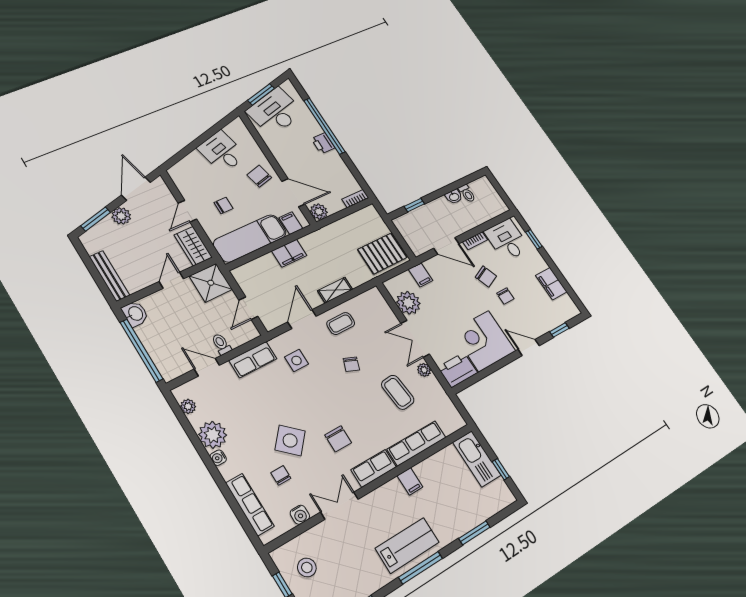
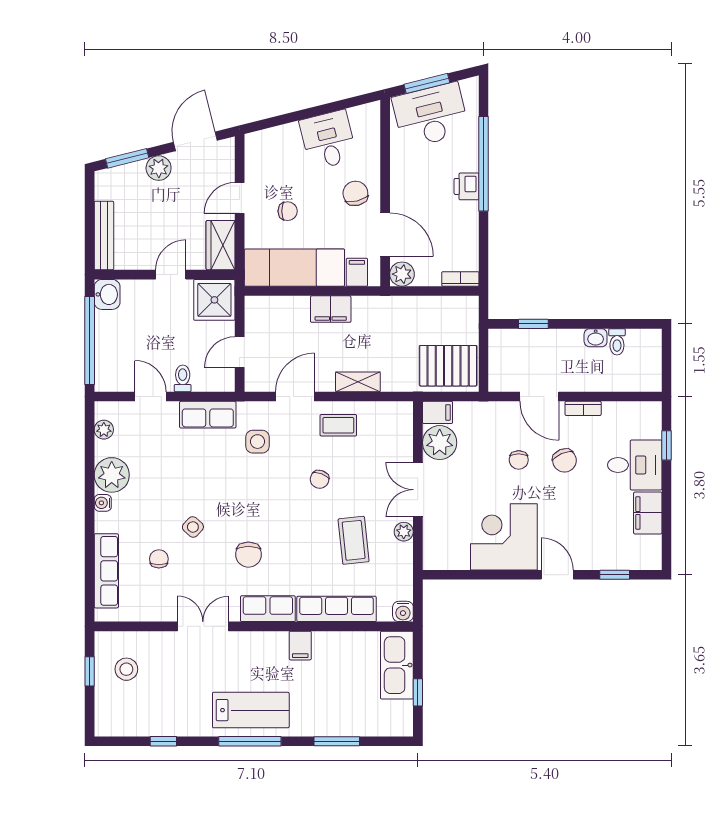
desk: (507, 240) -> (635, 465), moved, turned 90
filing cabinet: (421, 275) -> (438, 412), moved, turned -90
chair: (505, 296) -> (519, 460), moved
printer: (458, 370) -> (446, 554), removed
side table: (290, 440) -> (193, 527), width x0.54, depth x0.54
water cooler: (300, 515) -> (403, 611), moved

